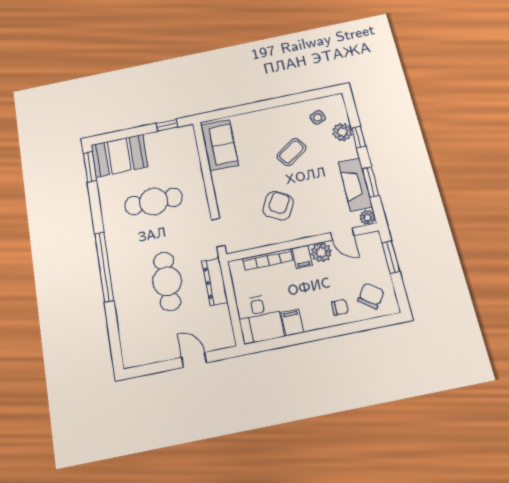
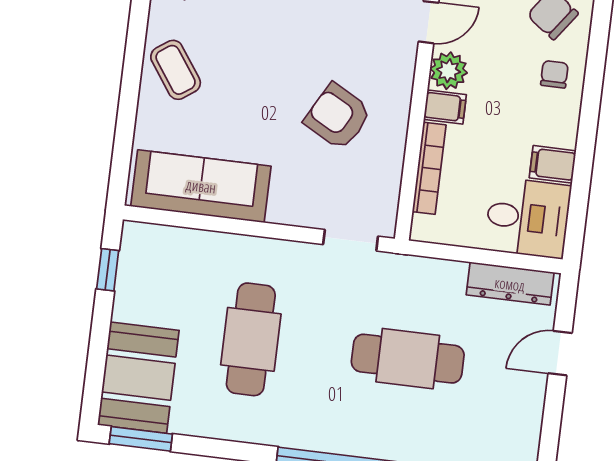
sofa: (219, 145) -> (201, 186), width x1.36
coffee table: (291, 152) -> (176, 70), moved
dresser: (215, 282) -> (510, 284), moved

